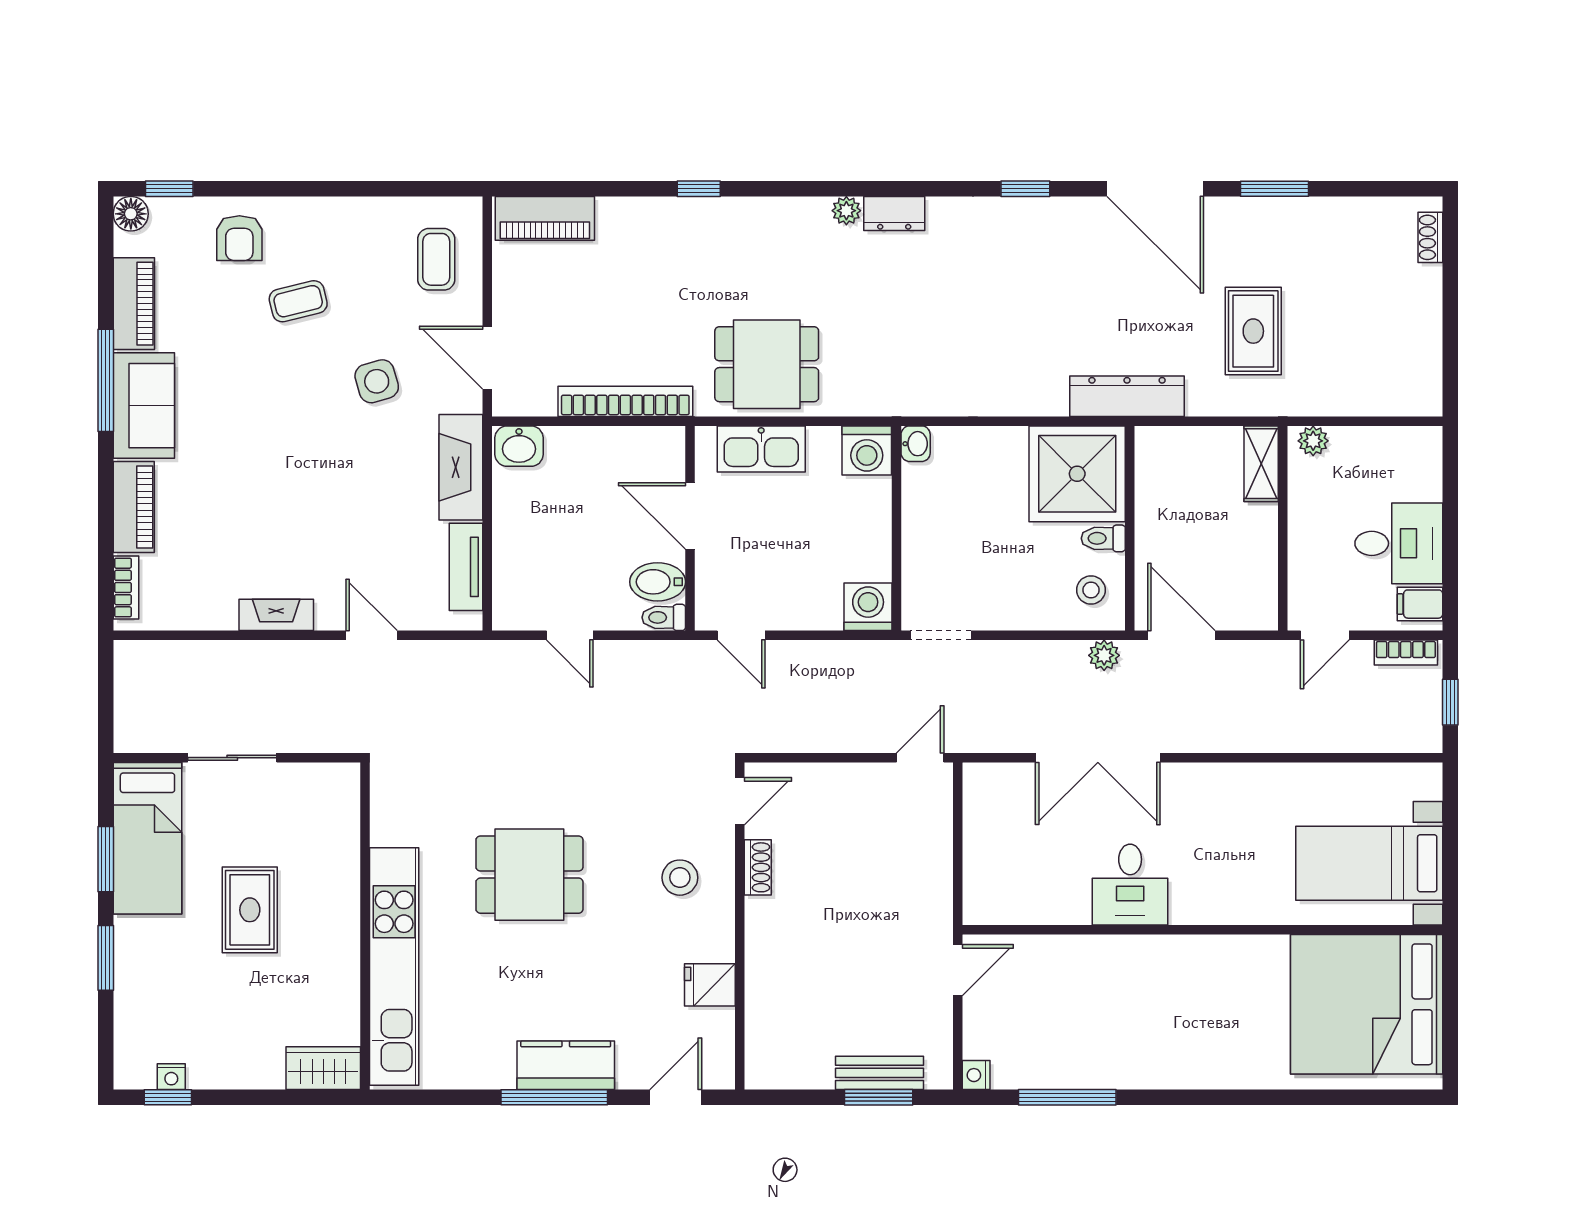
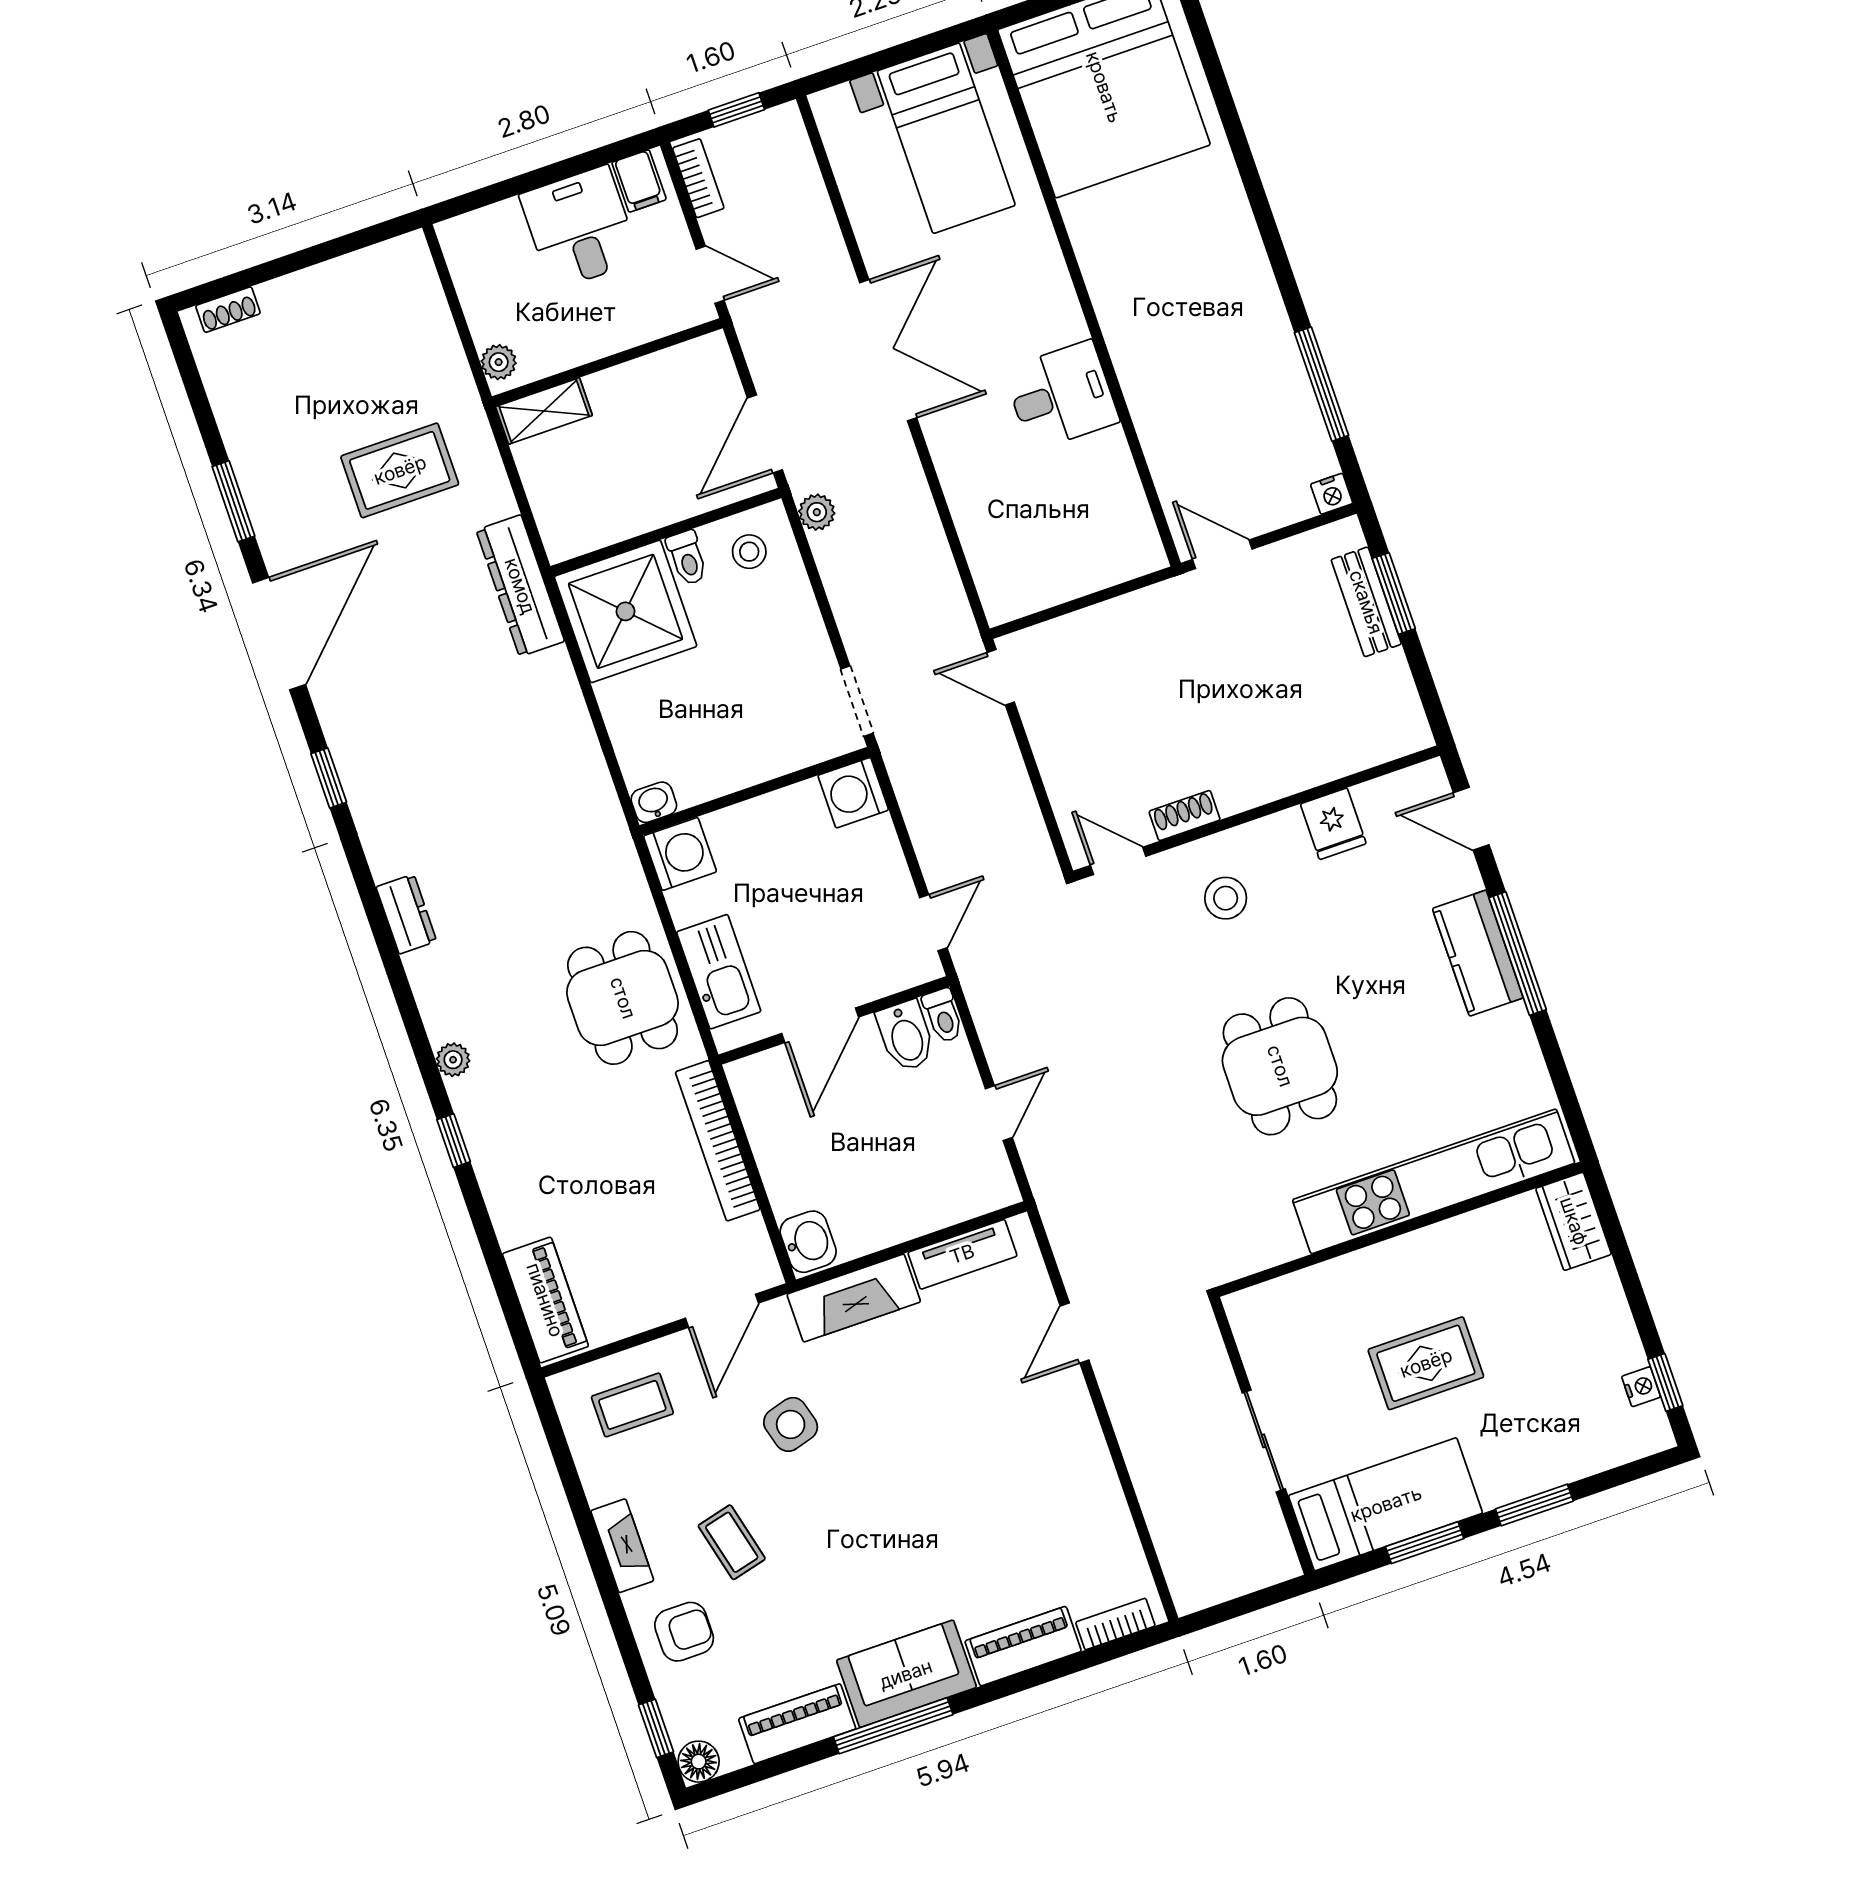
plant: (846, 211) -> (453, 1060), moved
fireplace: (276, 615) -> (622, 1546), moved, turned 180
double door: (1098, 758) -> (888, 350), moved

